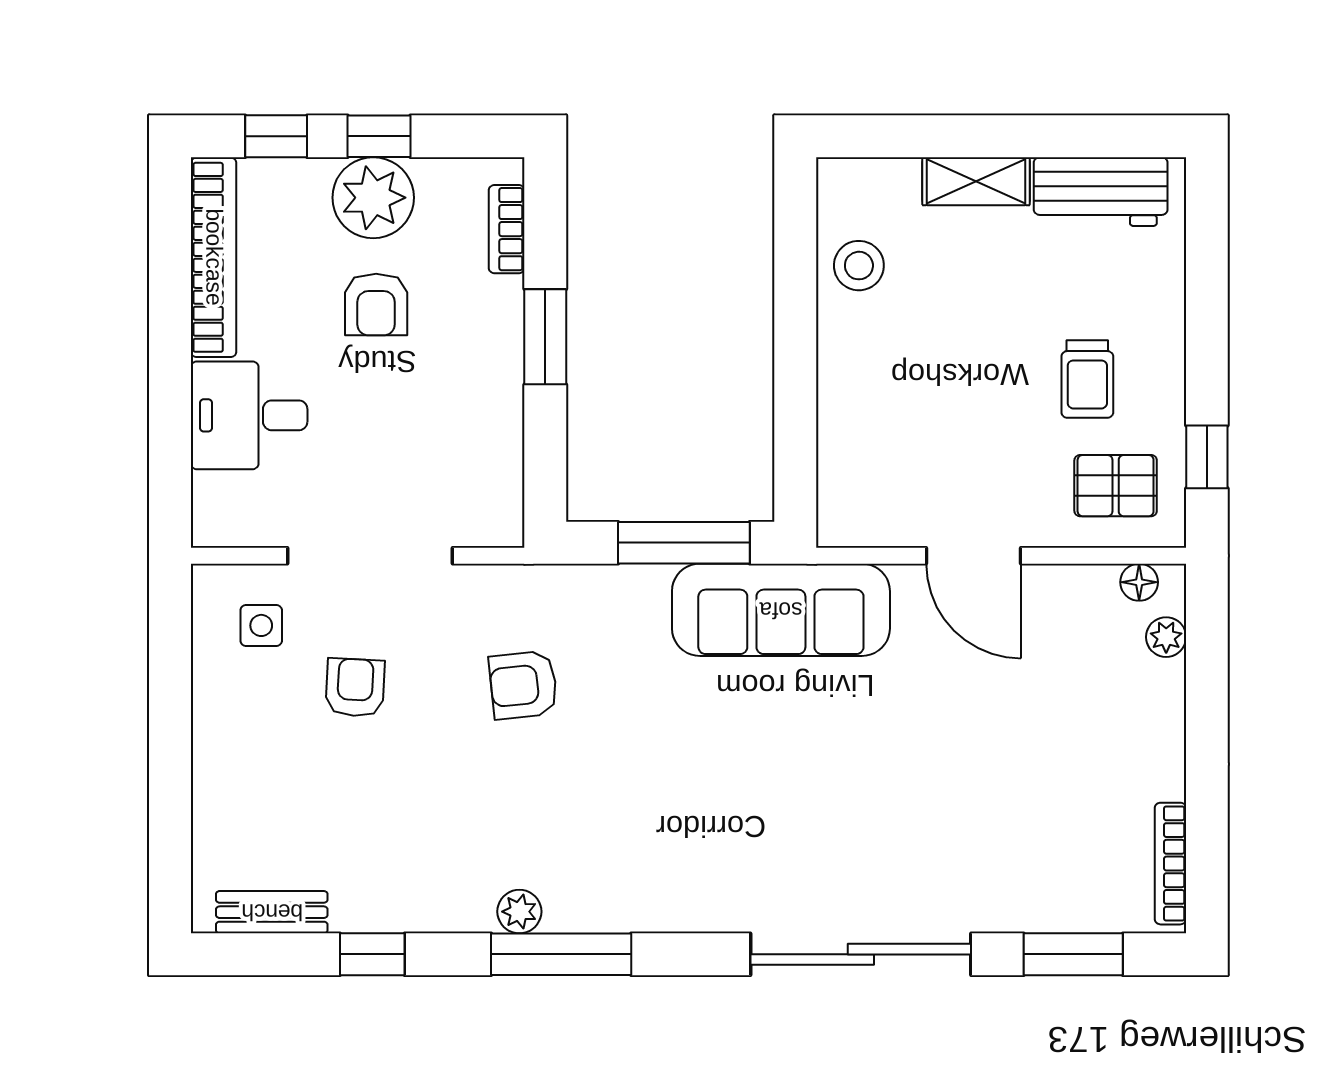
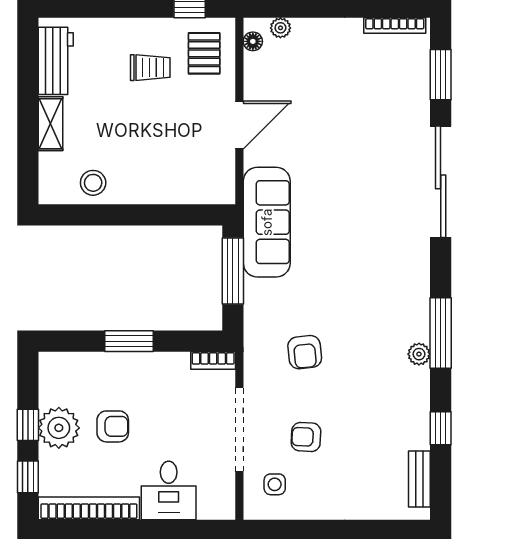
bookcase: (507, 229) -> (213, 361), moved

